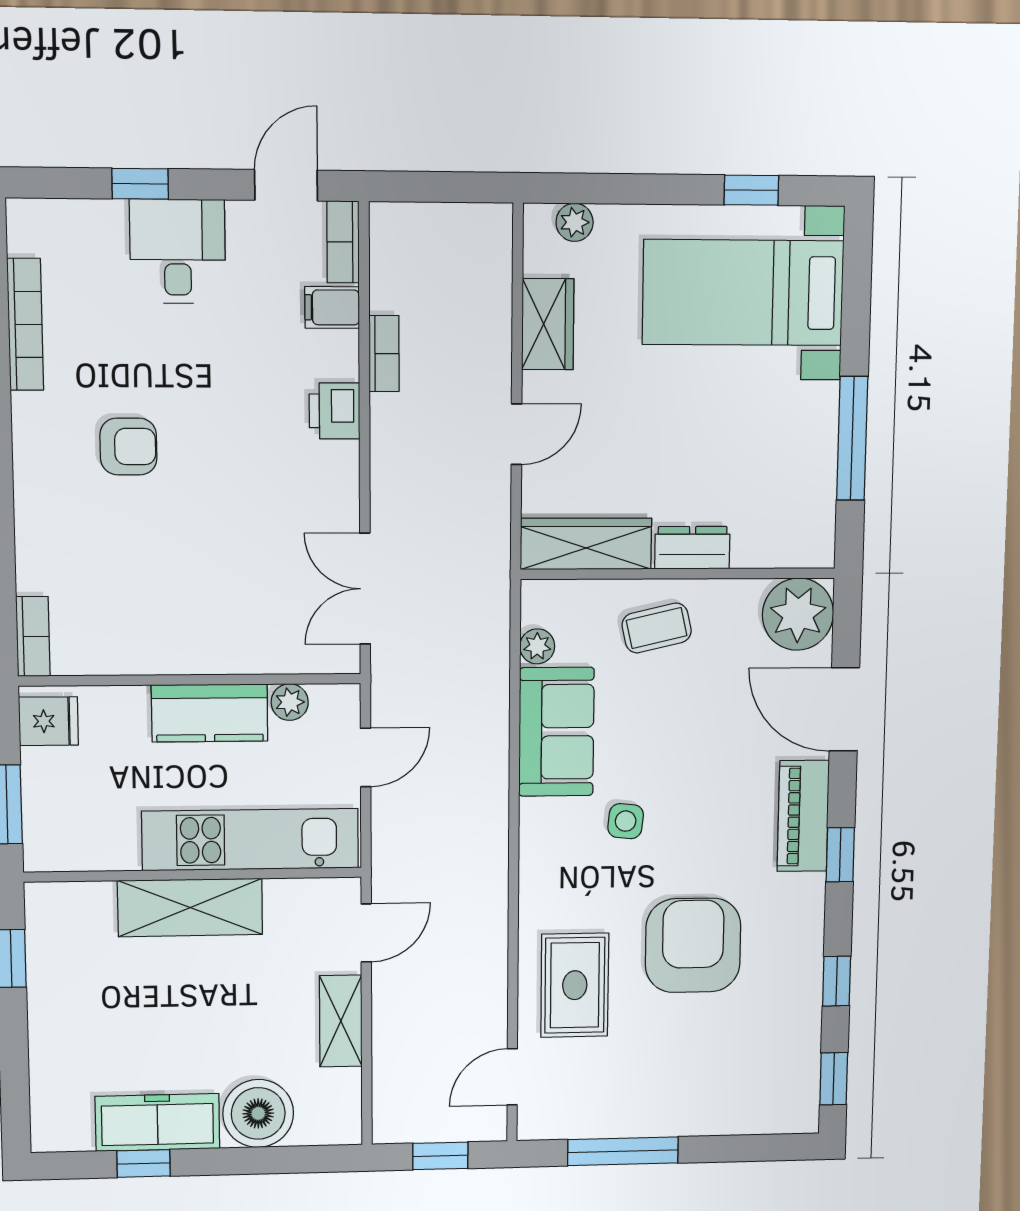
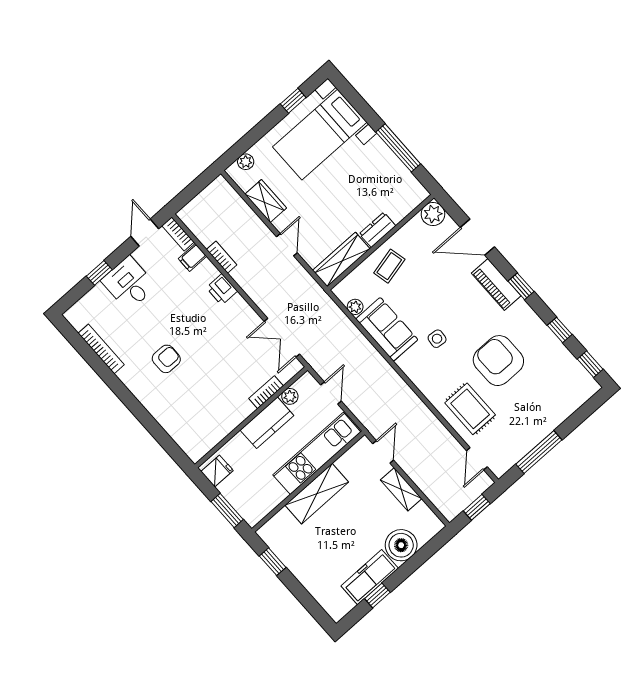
plant: (798, 614) -> (433, 214), width x0.73, depth x0.73
bookcase: (33, 636) -> (266, 392), moved, turned -90

